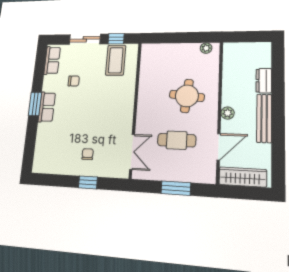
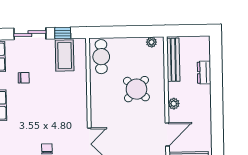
round table: (187, 96) -> (136, 89), turned 37
bench: (264, 118) -> (173, 60), moved
cafe table: (177, 140) -> (101, 57), moved, turned 90

